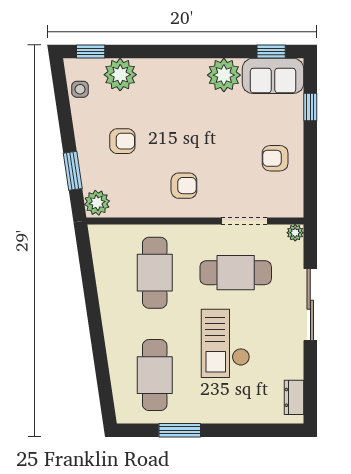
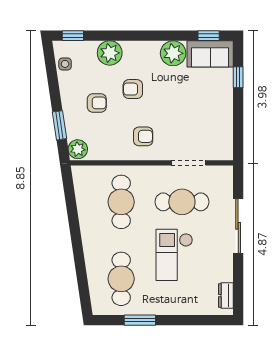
plant: (120, 75) -> (110, 53), moved
armchair: (275, 158) -> (133, 89), moved
plant: (295, 233) -> (227, 172), removed

